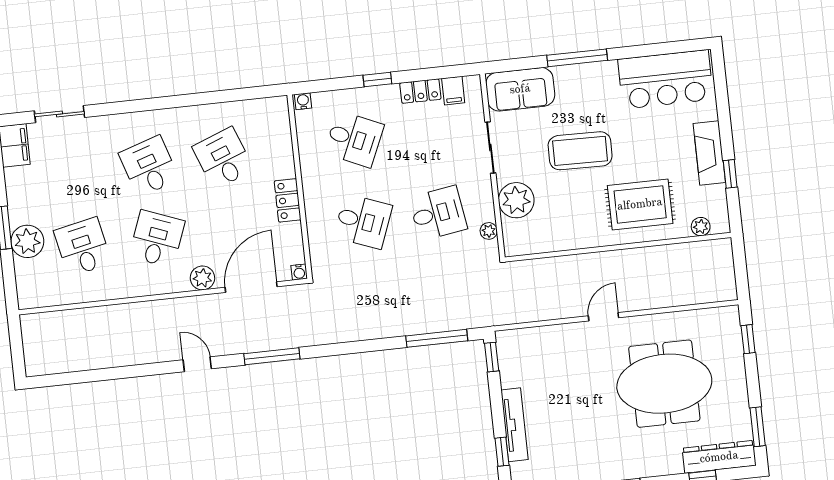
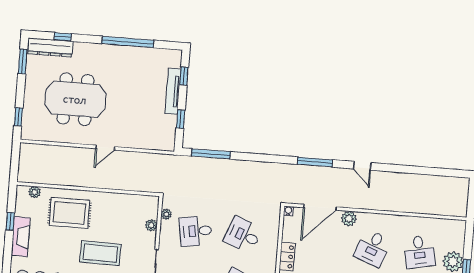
plant: (516, 200) -> (151, 225), width x0.53, depth x0.53
window: (492, 357) -> (181, 119), moved

